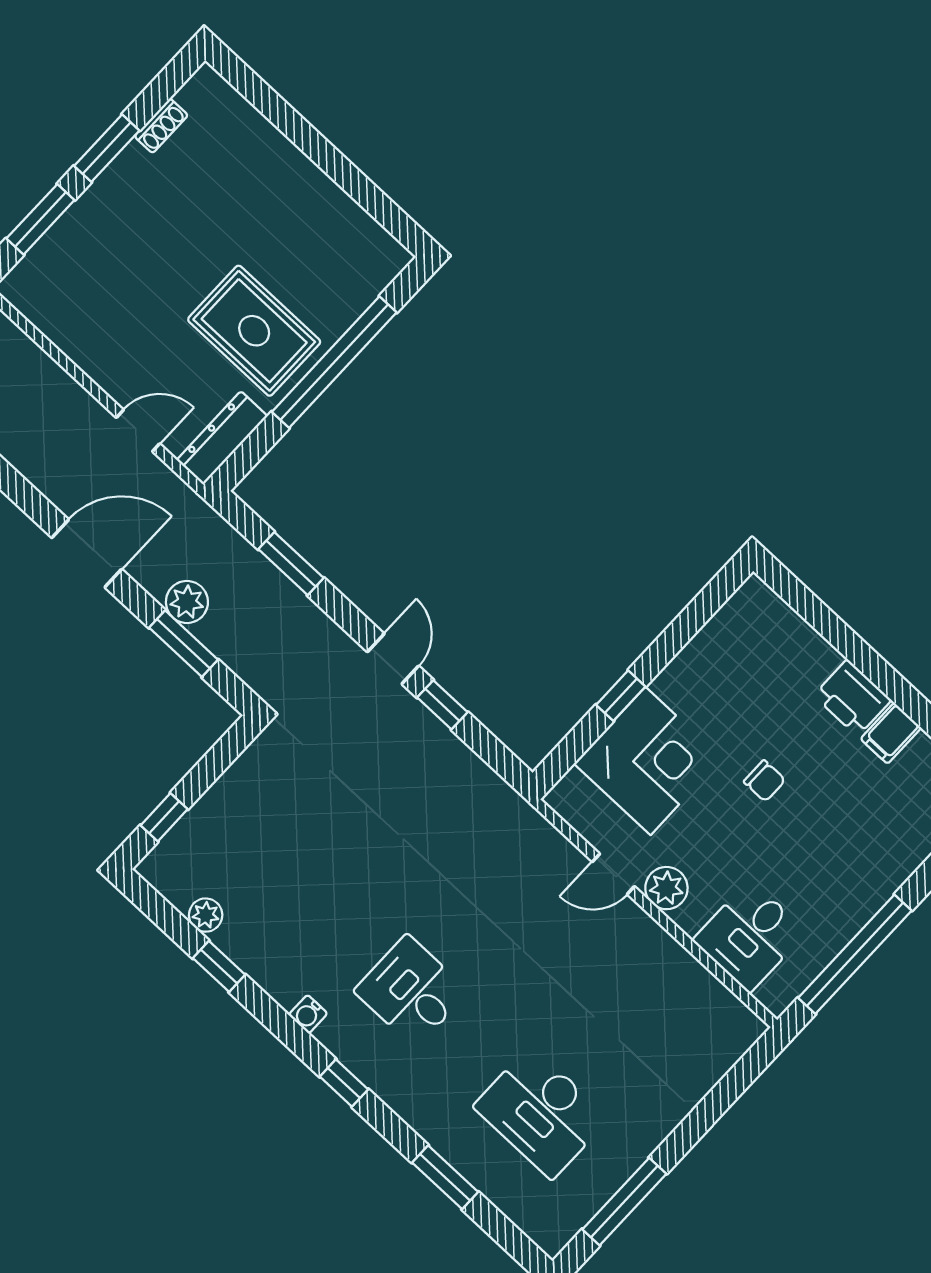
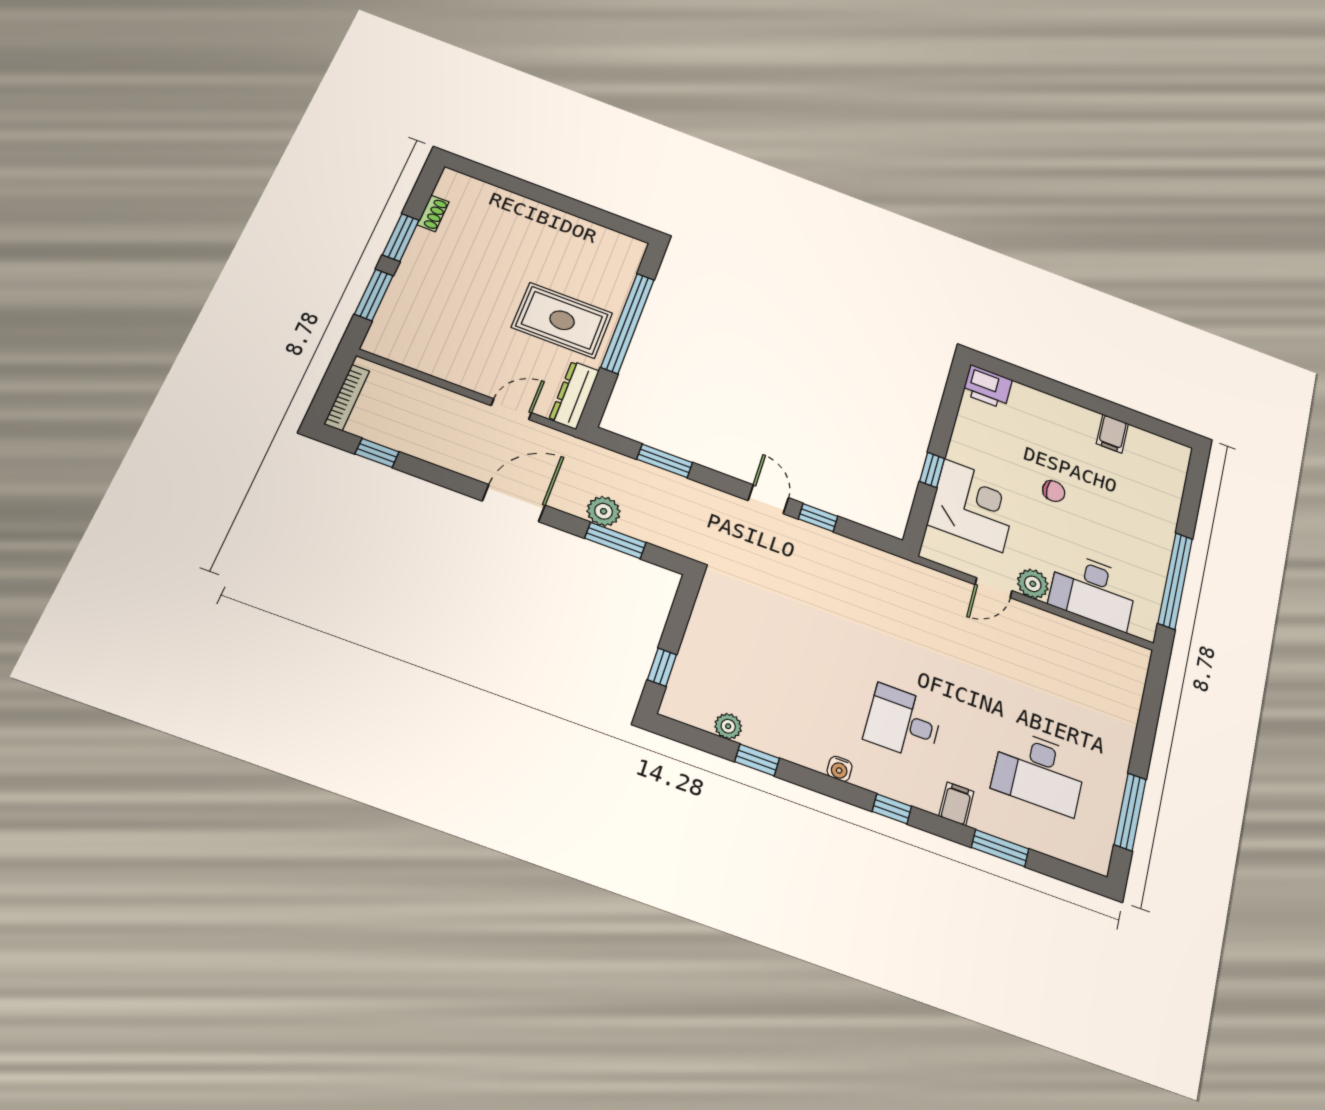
printer: (852, 698) -> (987, 387), moved
desk: (750, 936) -> (1093, 591), width x1.37
filing cabinet: (422, 1108) -> (956, 804), added

